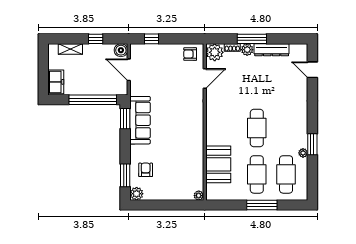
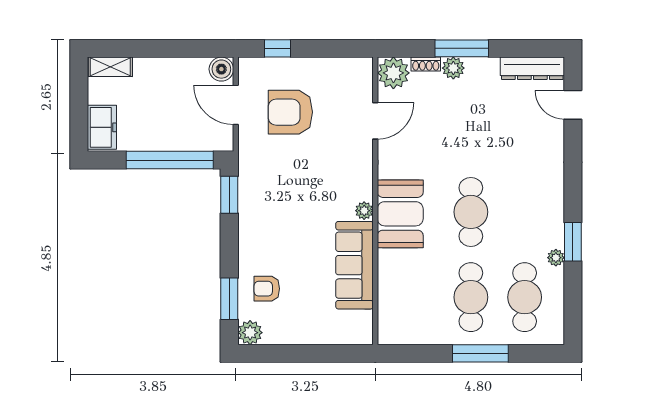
window: (96, 39) -> (175, 48), removed
shelving: (70, 49) -> (110, 67), moved
dresser: (272, 50) -> (532, 68), moved
armchair: (190, 54) -> (290, 112), moved, width x1.88, depth x1.88
sofa: (140, 120) -> (354, 265), moved, turned 180
booth: (218, 164) -> (400, 214), moved
armchair: (146, 170) -> (267, 289), turned -90
plant: (199, 196) -> (364, 211), moved

